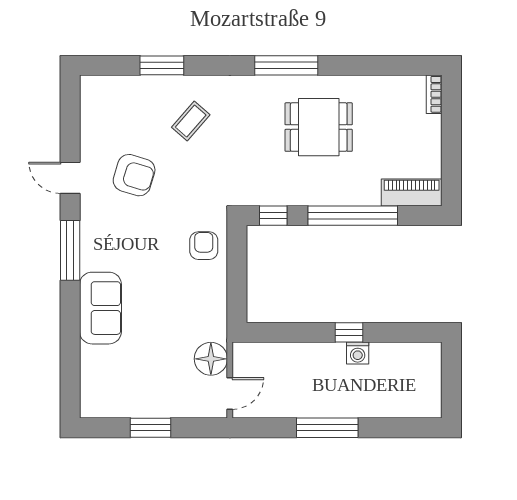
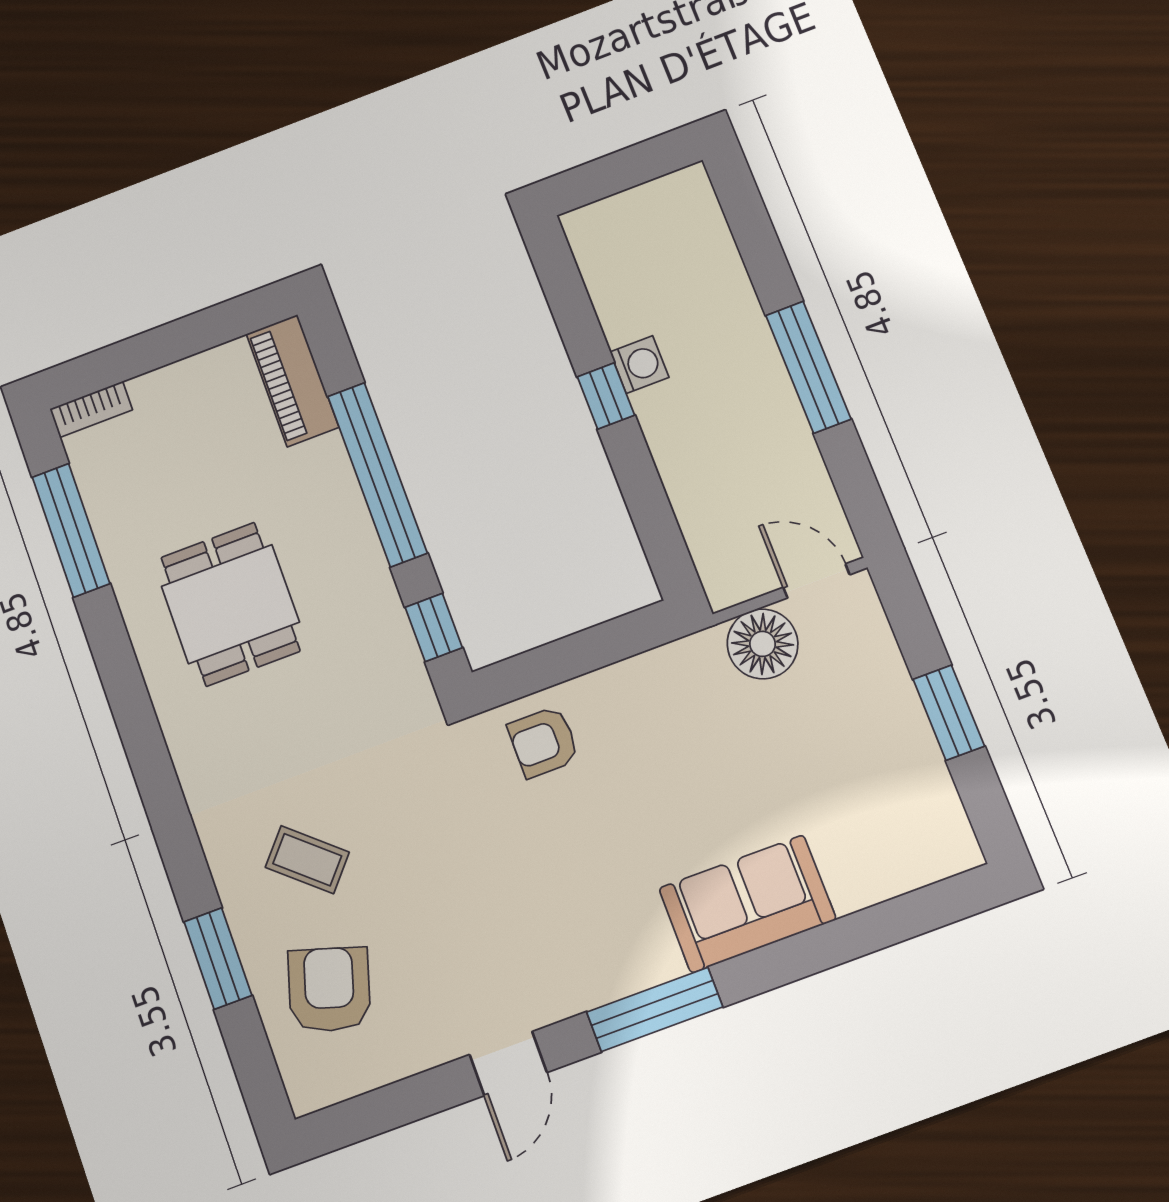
window: (286, 65) -> (71, 530), moved
armchair: (134, 175) -> (329, 989), moved

